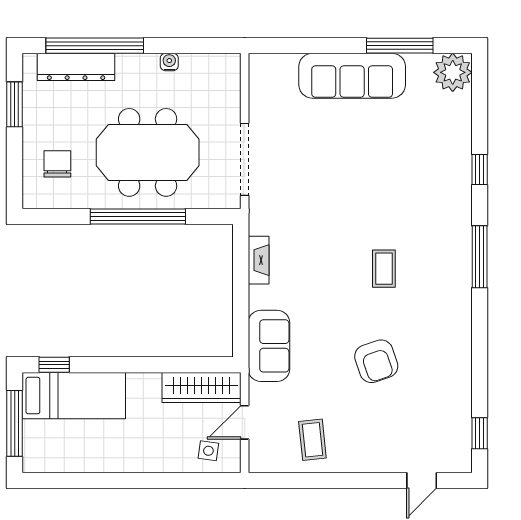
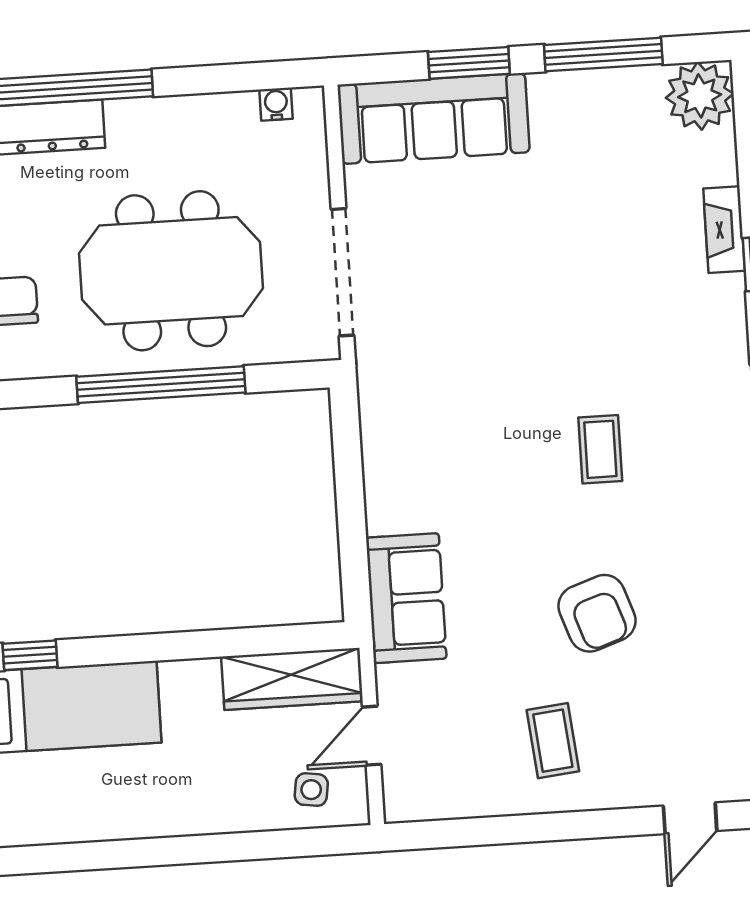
window: (323, 46) -> (469, 63), added
water cooler: (169, 62) -> (276, 104), moved
sofa: (352, 76) -> (434, 118), moved
fireplace: (259, 260) -> (724, 230), moved, turned 180
coffee table: (312, 440) -> (553, 741), moved

